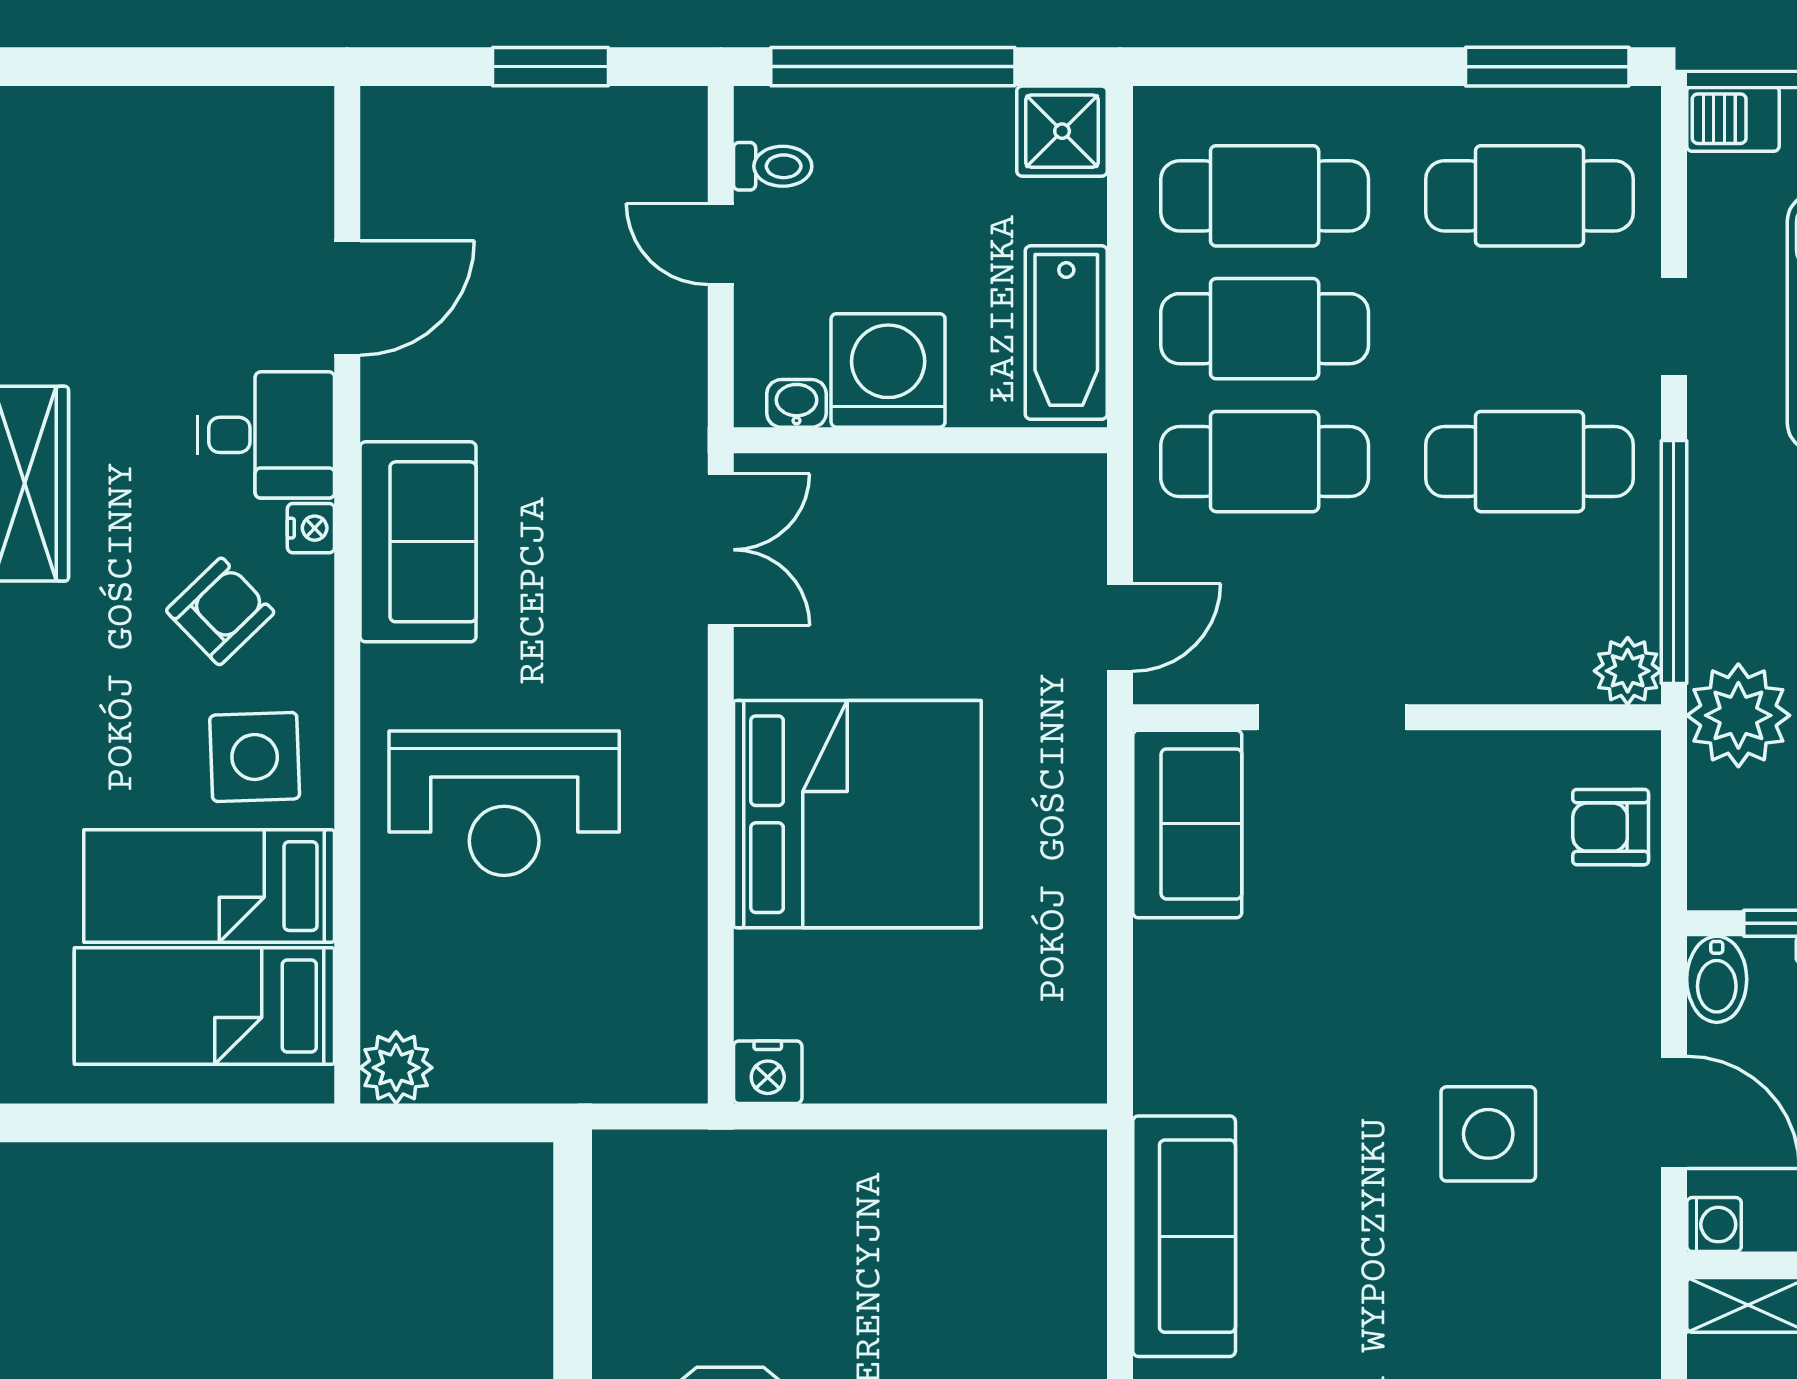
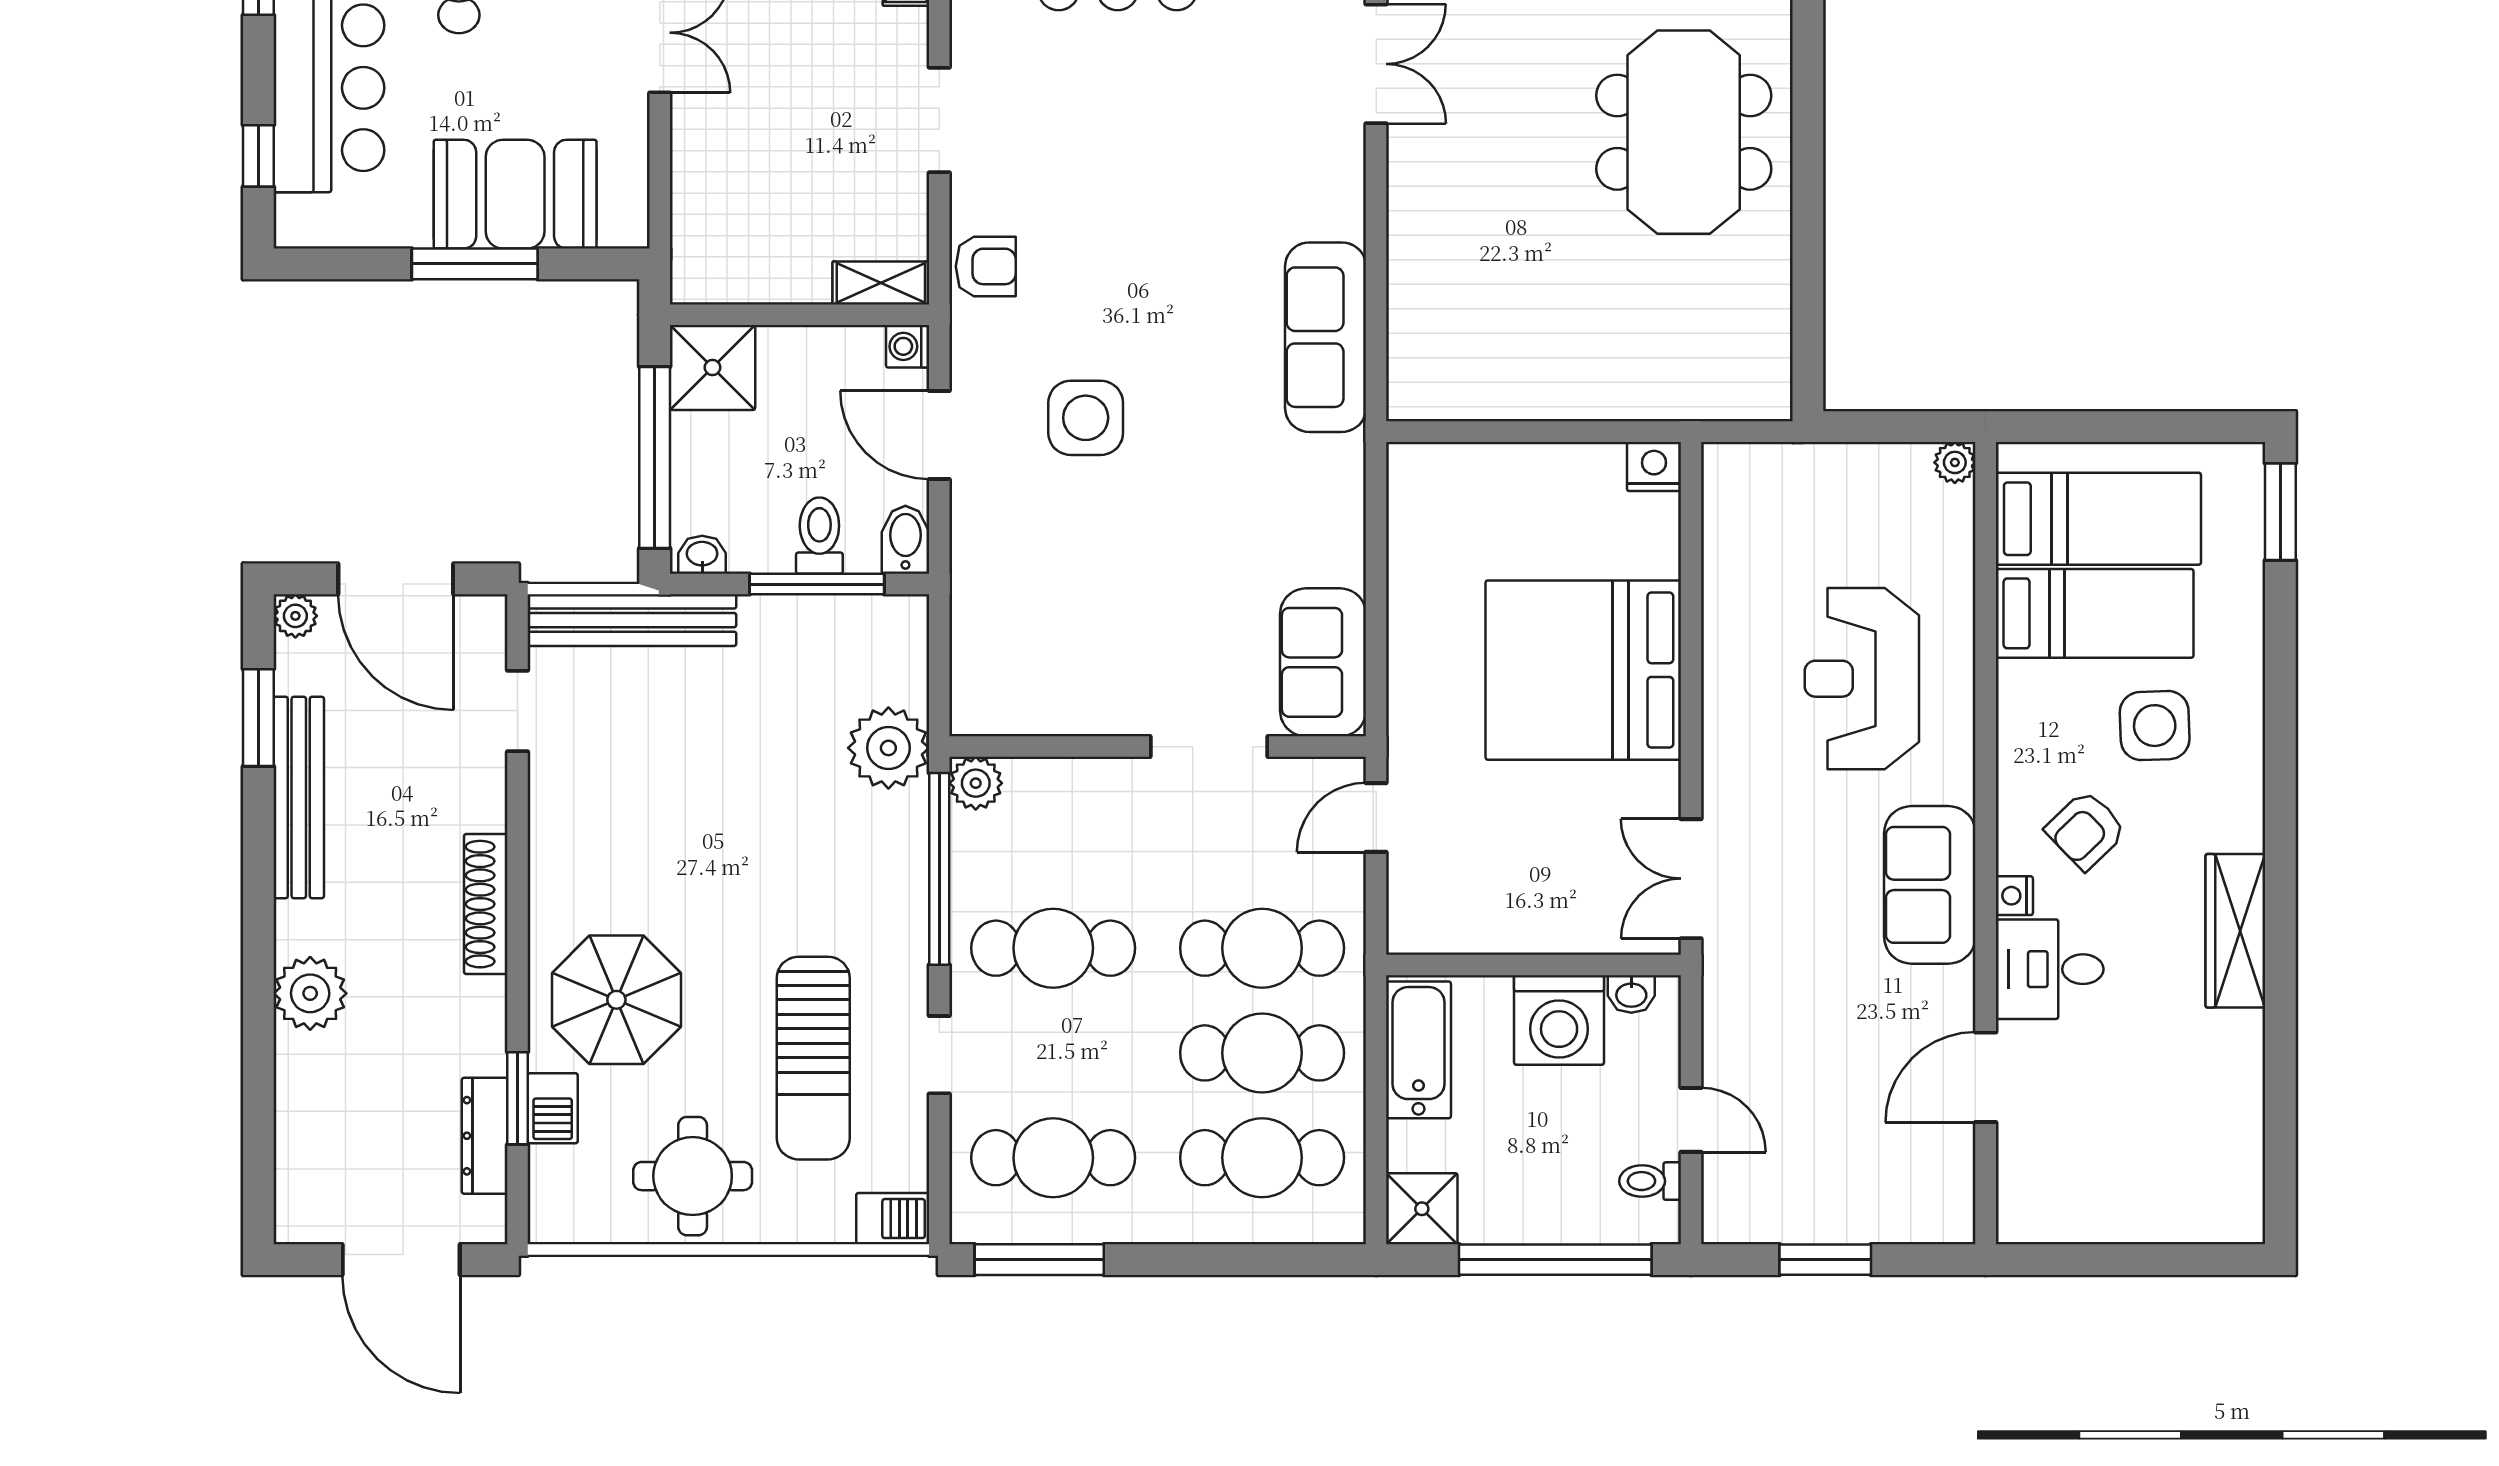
side table: (255, 757) -> (2155, 726), moved
reception desk: (504, 803) -> (1862, 679), turned -90
armchair: (1611, 827) -> (986, 266), moved
plant: (396, 1068) -> (1955, 462), width x0.73, depth x0.73

